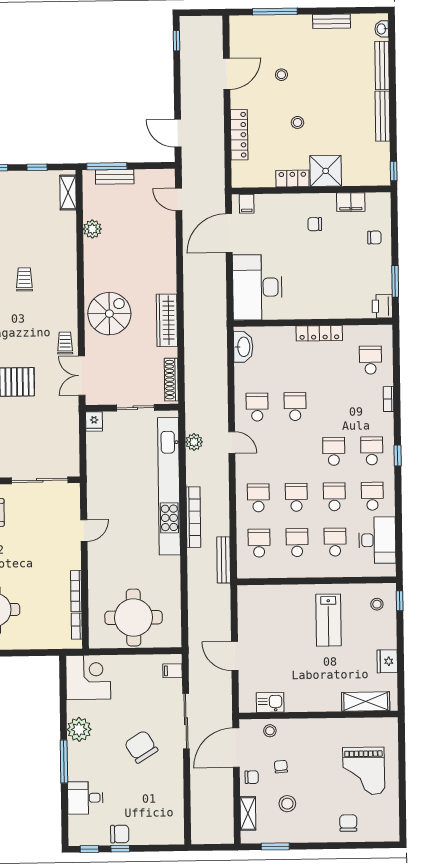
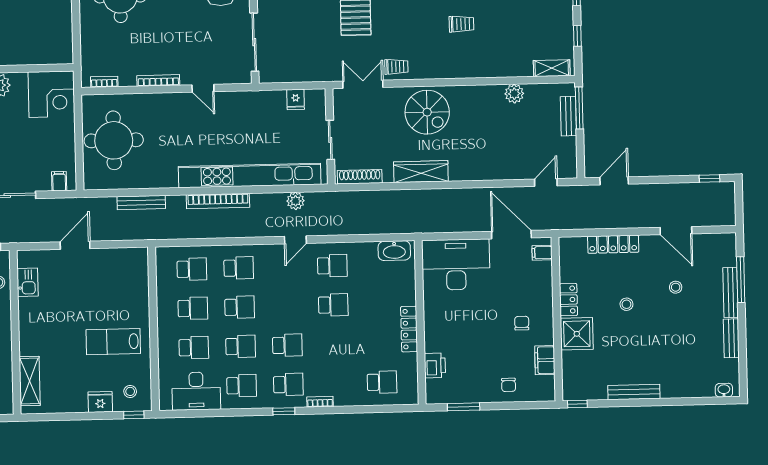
bench: (382, 66) -> (731, 292), moved, turned 90
printer: (382, 306) -> (435, 365), moved, turned 90
bookcase: (388, 399) -> (320, 402), moved
fridge: (94, 421) -> (296, 100), moved, turned -90
bench: (224, 560) -> (141, 202), moved
bookcase: (76, 591) -> (158, 80), moved
fridge: (387, 661) -> (100, 402), moved

